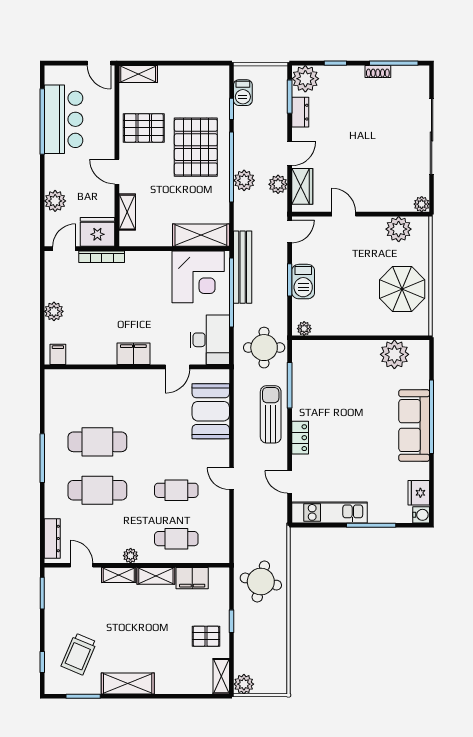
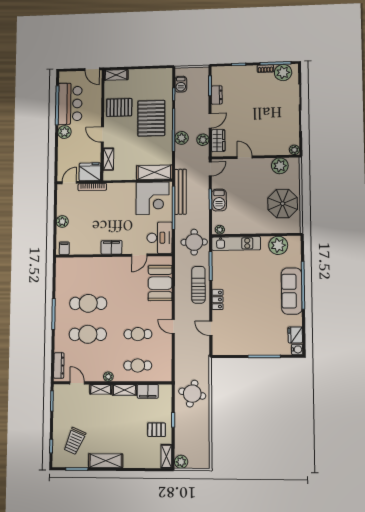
plant: (305, 79) -> (283, 73), moved
plant: (55, 201) -> (64, 132), moved
kitchen unit: (329, 512) -> (236, 243), moved, turned 180

